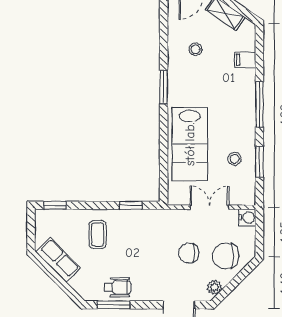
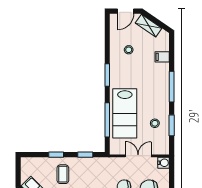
window: (164, 154) -> (107, 120), added
window: (55, 205) -> (56, 155), moved

